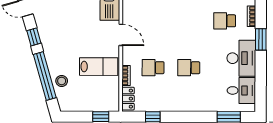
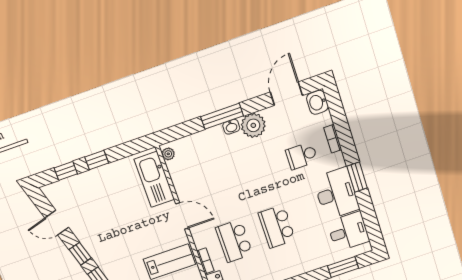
window: (261, 39) -> (357, 177), moved
school desk: (153, 68) -> (234, 241), width x1.85
school desk: (189, 68) -> (277, 226), width x1.85

